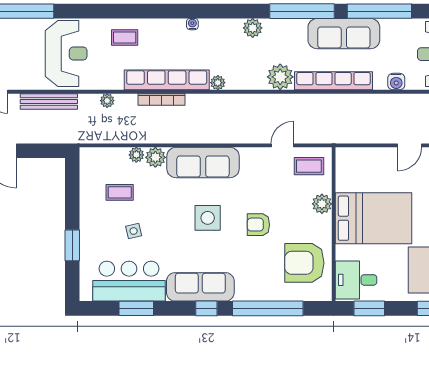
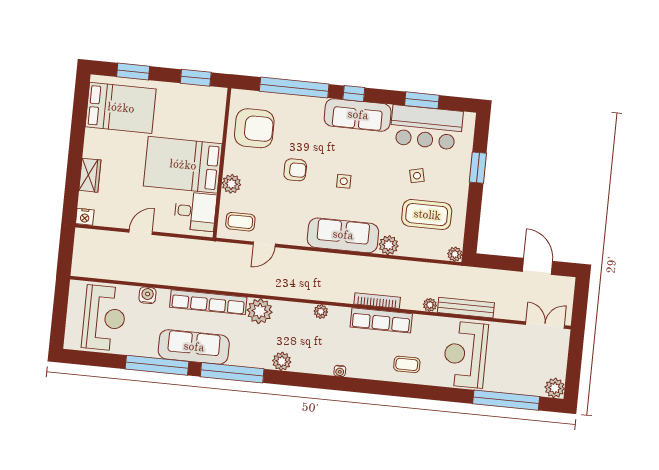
row of seats: (167, 80) -> (381, 320), width x0.73
bench: (49, 101) -> (466, 308), moved
plant: (136, 155) -> (455, 254), moved
coffee table: (120, 192) -> (427, 215), width x1.86, depth x1.72
side table: (208, 218) -> (344, 181), width x0.54, depth x0.54
desk: (356, 280) -> (195, 211), moved

